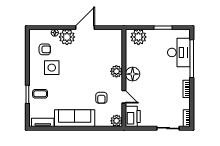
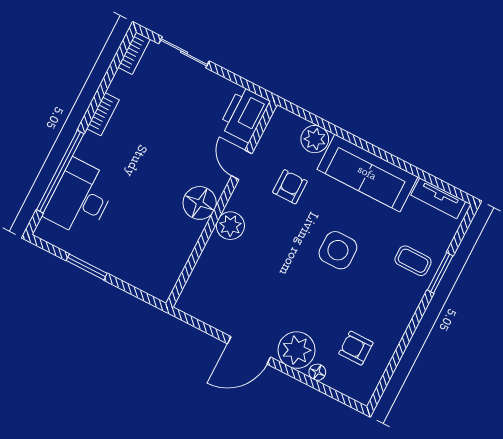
plant: (138, 37) -> (148, 274), removed
side table: (52, 68) -> (338, 250), moved
plant: (117, 121) -> (315, 139), moved

